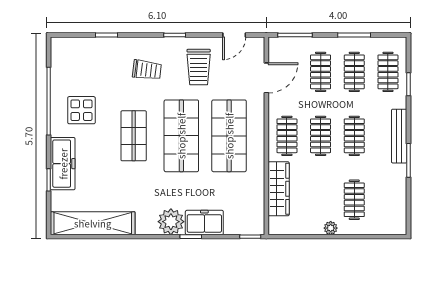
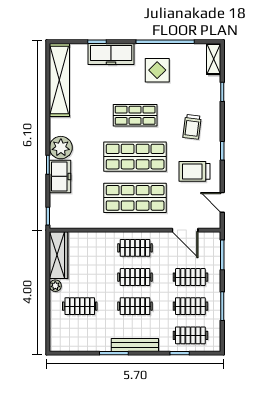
shelving: (69, 45) -> (214, 59), added
wardrobe: (279, 189) -> (59, 255), moved, turned -90

